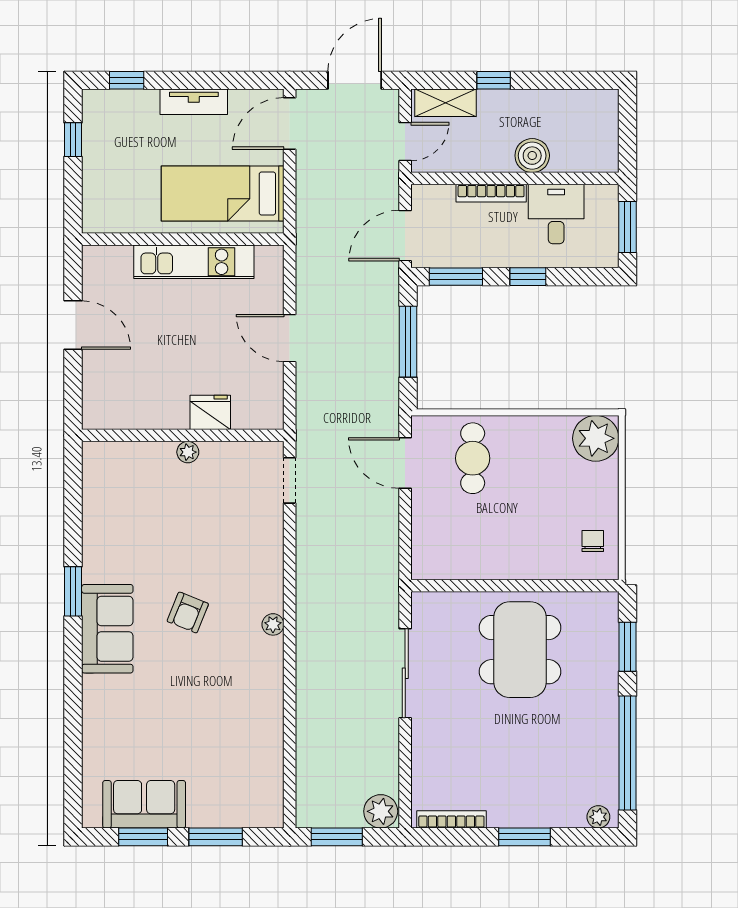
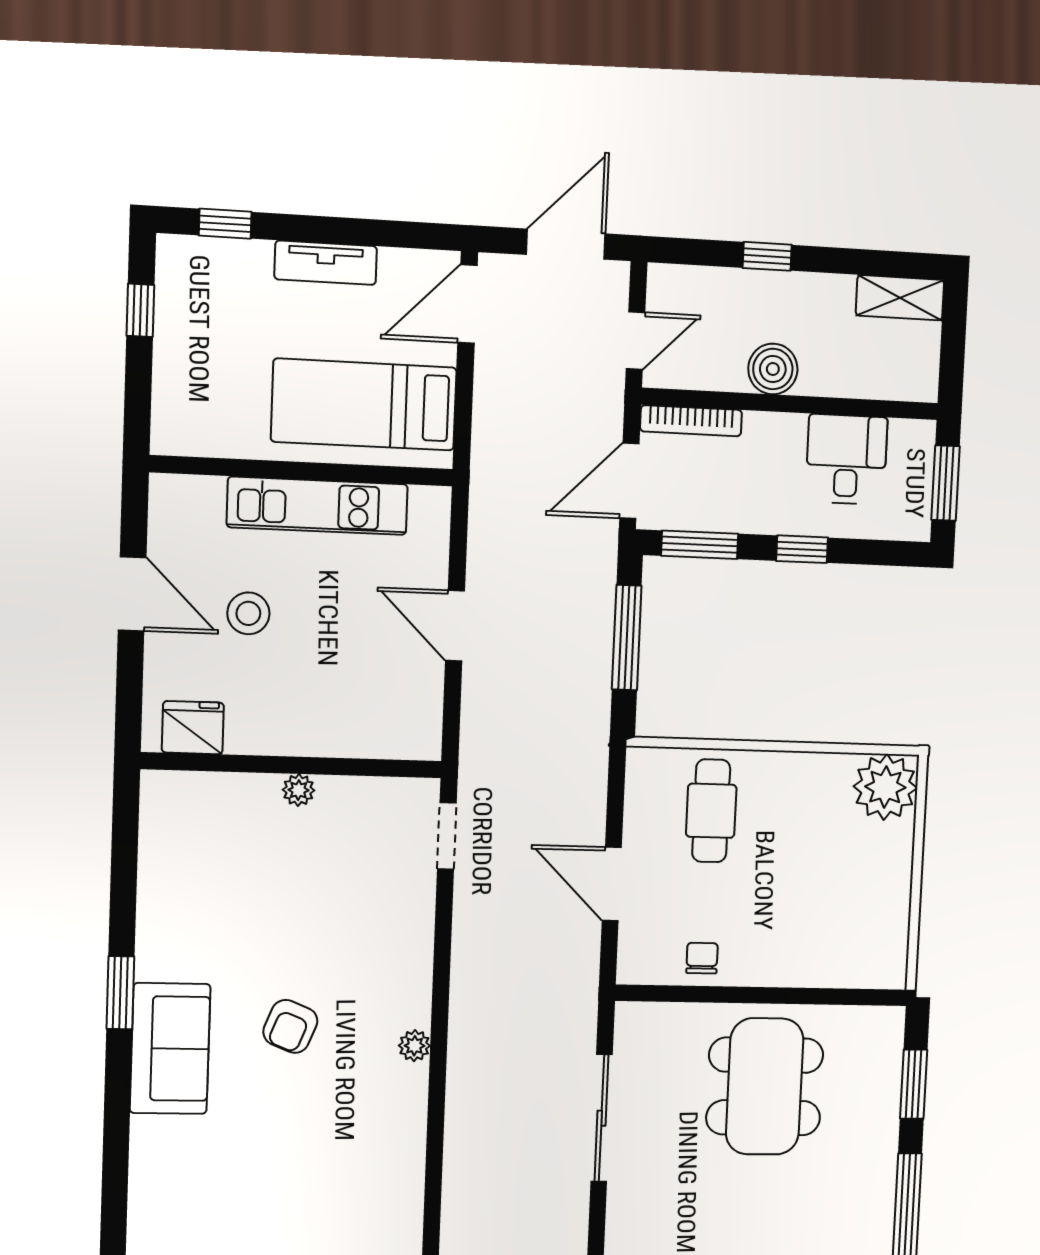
shelving: (445, 103) -> (900, 298), moved
boiler: (532, 156) -> (773, 369), moved
bookcase: (491, 193) -> (691, 421), moved
stool: (150, 335) -> (248, 613), added
fridge: (210, 412) -> (193, 728), moved
door: (405, 463) -> (612, 884), moved
chair: (593, 541) -> (702, 958), moved

